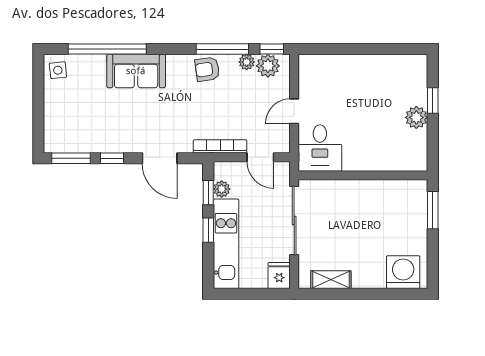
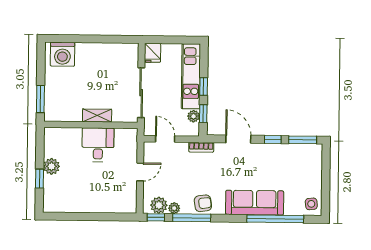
sofa: (136, 71) -> (255, 203), width x1.36
bookcase: (220, 146) -> (201, 147), width x0.64
desk: (320, 148) -> (98, 145), moved
shelving: (331, 280) -> (97, 115), moved

